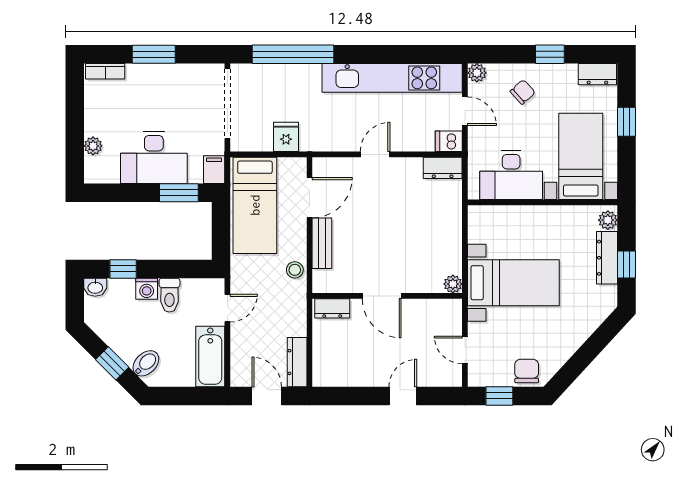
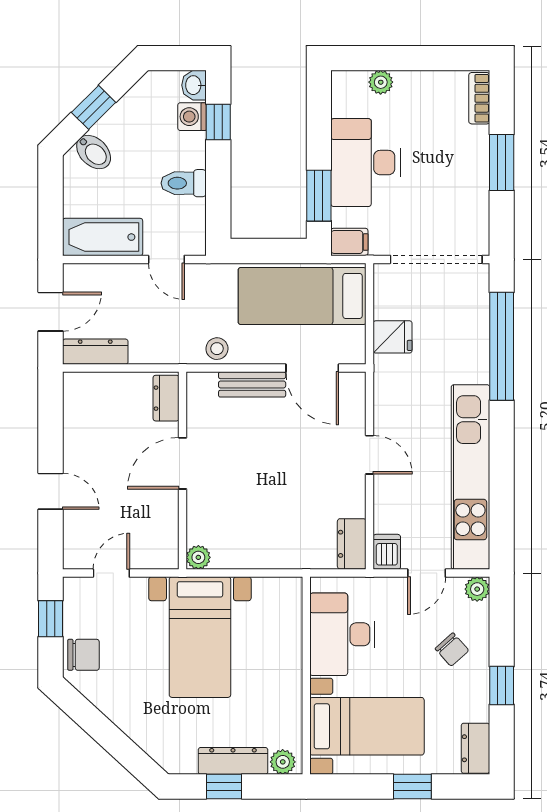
washing machine: (147, 289) -> (192, 117), moved

